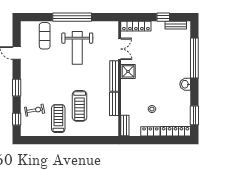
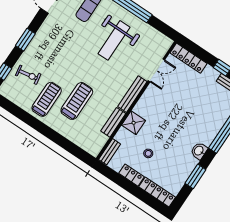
shower: (128, 71) -> (134, 123), moved
treadmill: (80, 106) -> (77, 101), turned 180
window: (194, 115) -> (195, 176), moved

